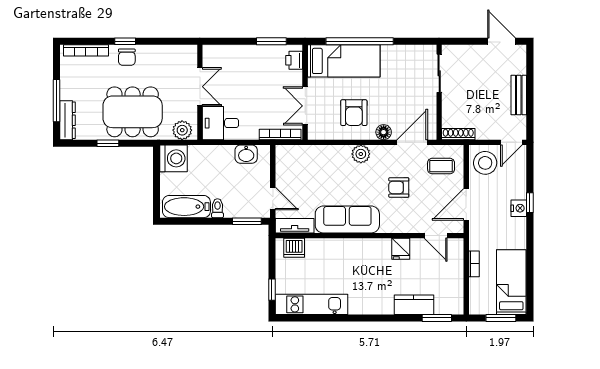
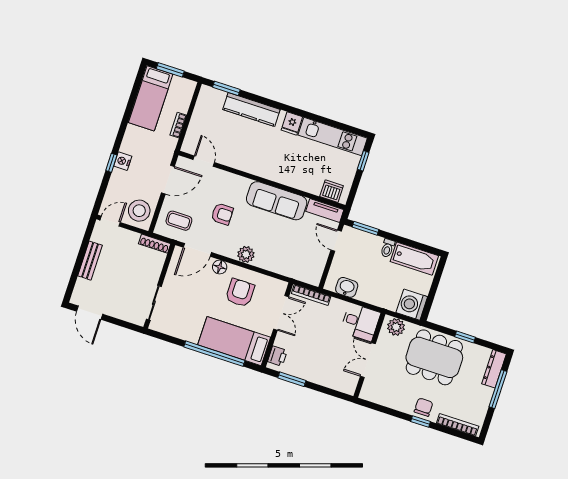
fridge: (401, 249) -> (292, 123), moved, turned 180
kitchen counter: (414, 305) -> (251, 109), width x1.50

